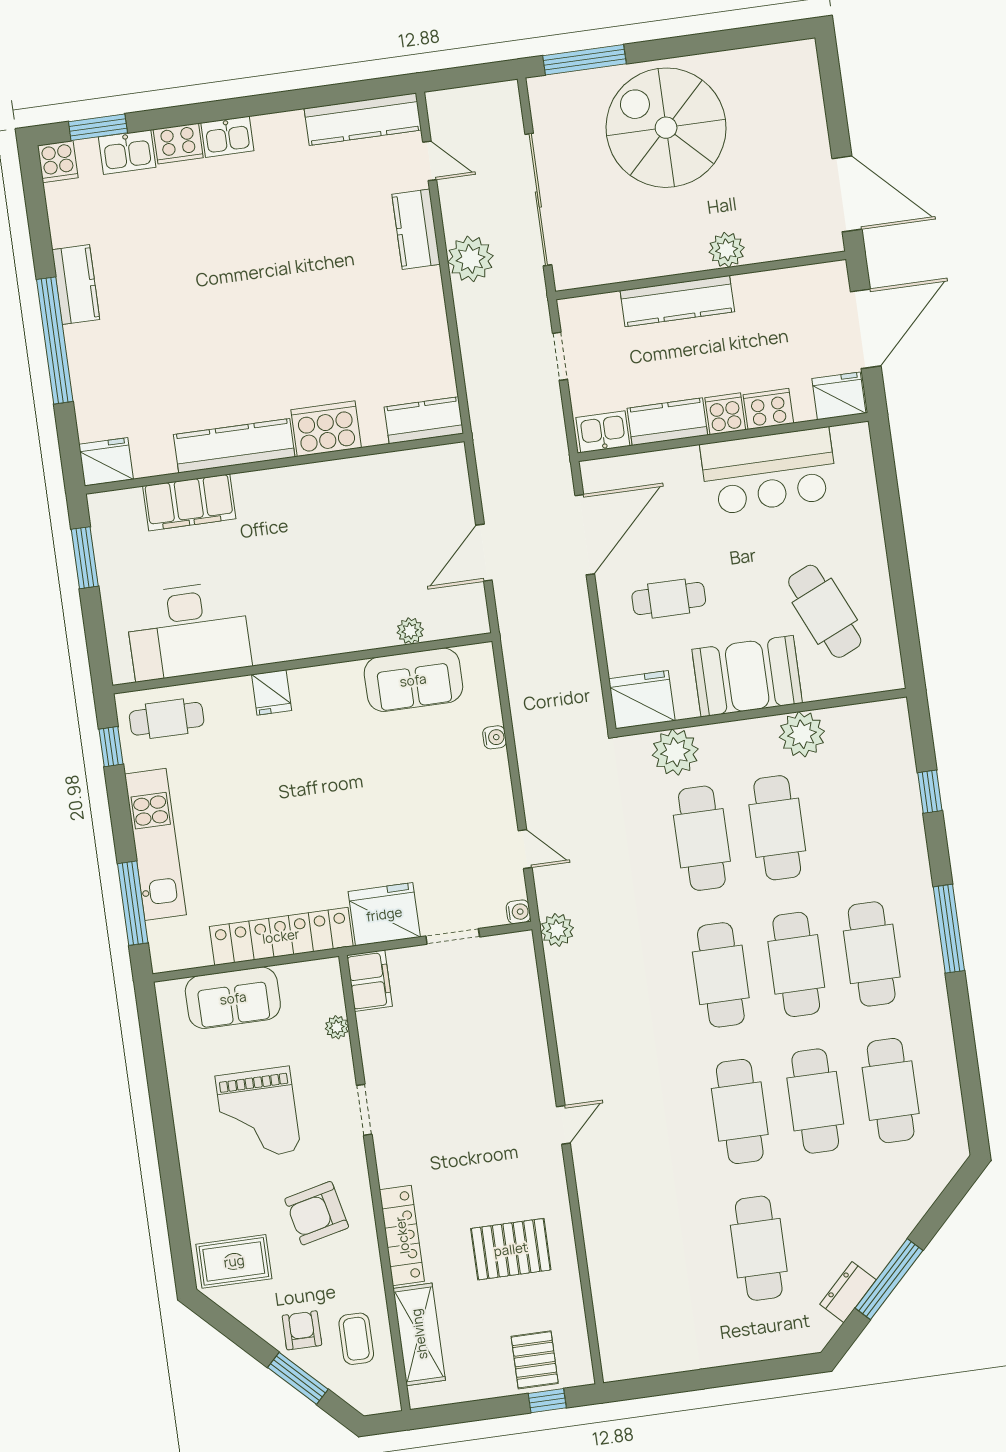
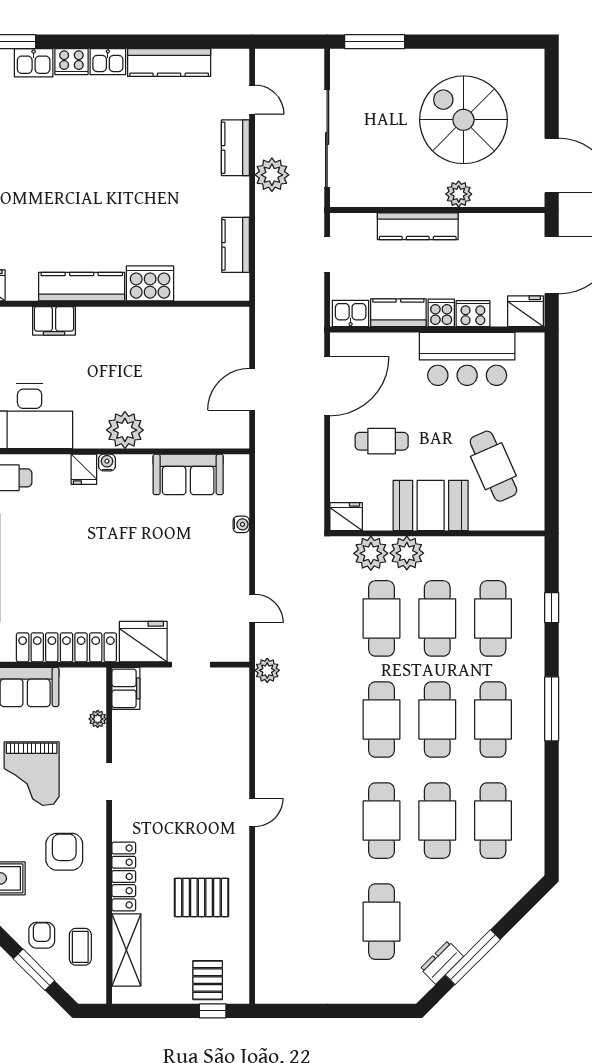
kitchen counter: (363, 119) -> (169, 63), moved
spiral stairs: (666, 128) -> (463, 120), moved
kitchen counter: (424, 420) -> (236, 245), moved, turned -90
filing cabinet: (189, 502) -> (54, 321), width x0.67, depth x0.86
plant: (410, 631) -> (125, 430), moved, width x1.87, depth x1.87
fridge: (642, 700) -> (346, 517), width x0.73, depth x0.75
plant: (802, 734) -> (407, 553), moved
cafe table: (853, 817) -> (493, 618), added
water cooler: (518, 912) -> (107, 463), moved, turned -90
armchair: (317, 1213) -> (64, 852), turned 103

